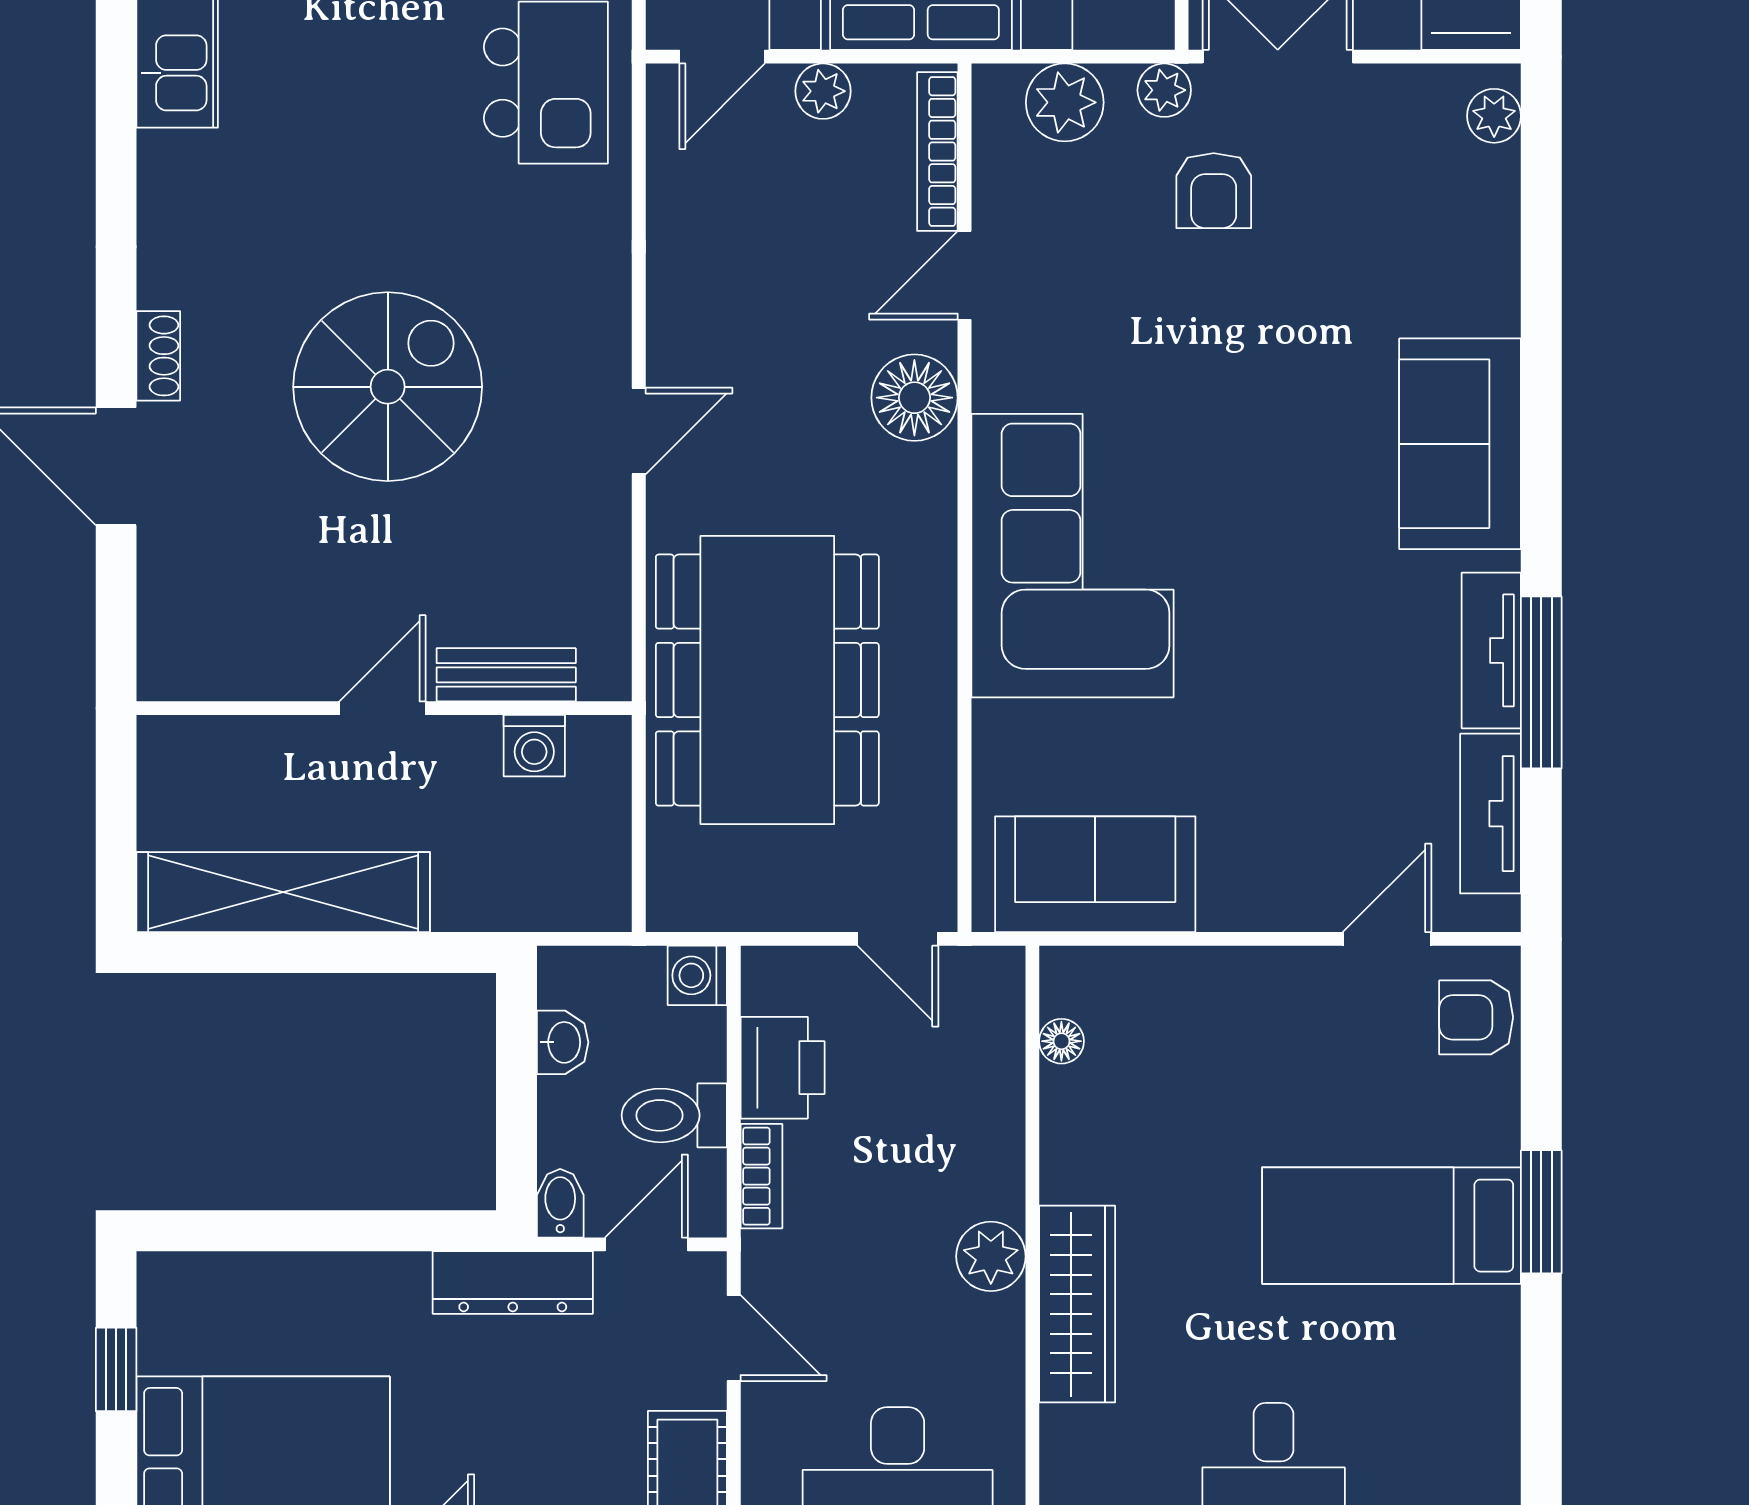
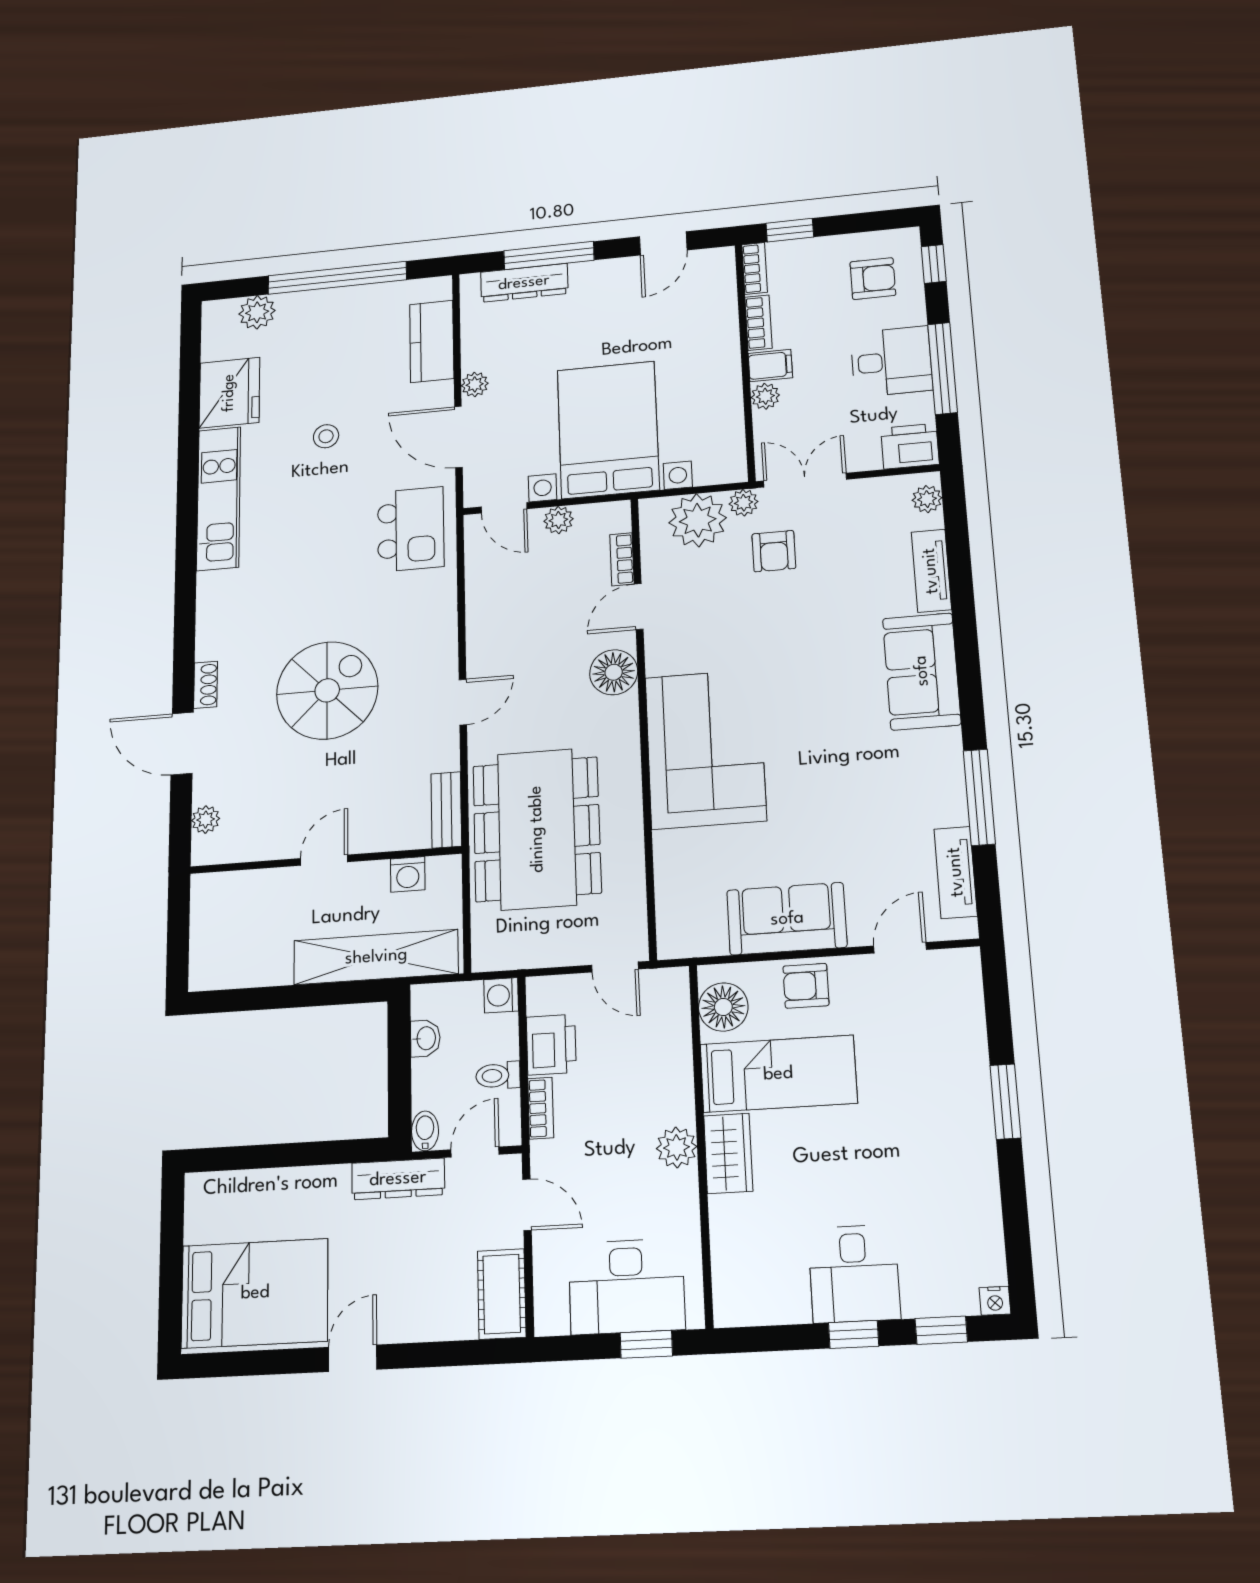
door: (722, 57) -> (504, 508), hinge flipped
plant: (1065, 102) -> (698, 520), width x1.36, depth x1.36
bookcase: (937, 152) -> (622, 559), width x0.64
plant: (163, 615) -> (206, 820), added
tv unit: (1491, 650) -> (931, 571), moved
bench: (506, 675) -> (446, 810), moved, turned 90
sofa: (1095, 874) -> (787, 919), moved
shelving: (283, 892) -> (376, 957), moved
armchair: (1476, 1017) -> (806, 986), moved
floor lamp: (1061, 1041) -> (723, 1007), width x1.89, depth x1.89
toilet: (674, 1115) -> (498, 1076), width x0.73, depth x0.72
bed: (1392, 1226) -> (778, 1074), moved, turned 180
wardrobe: (1077, 1304) -> (728, 1153), width x0.67
window: (116, 1369) -> (172, 1243), removed

